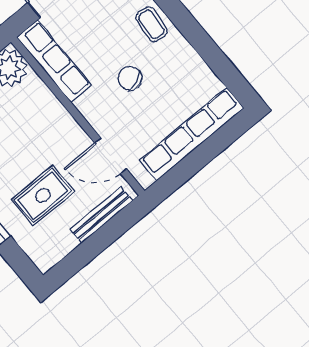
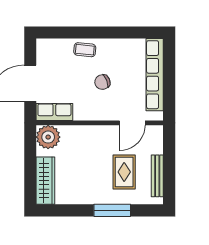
row of seats: (54, 61) -> (54, 112), width x0.68
bench: (101, 215) -> (157, 176), moved

